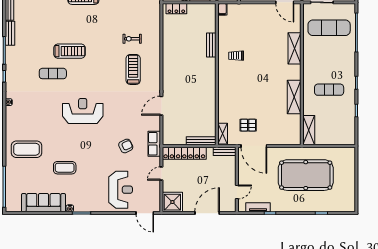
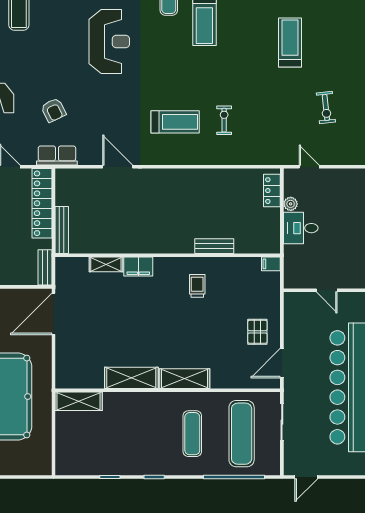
shelving: (294, 48) -> (185, 379), moved
exercise mat: (329, 90) -> (192, 434), moved
filing cabinet: (224, 93) -> (138, 266), added
pallet: (248, 125) -> (257, 332), moved
shelving: (223, 134) -> (106, 264), moved

